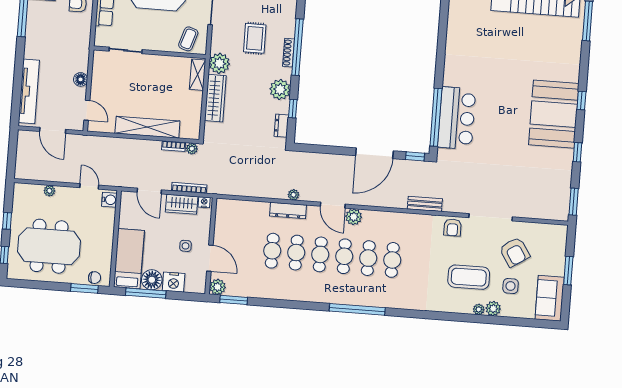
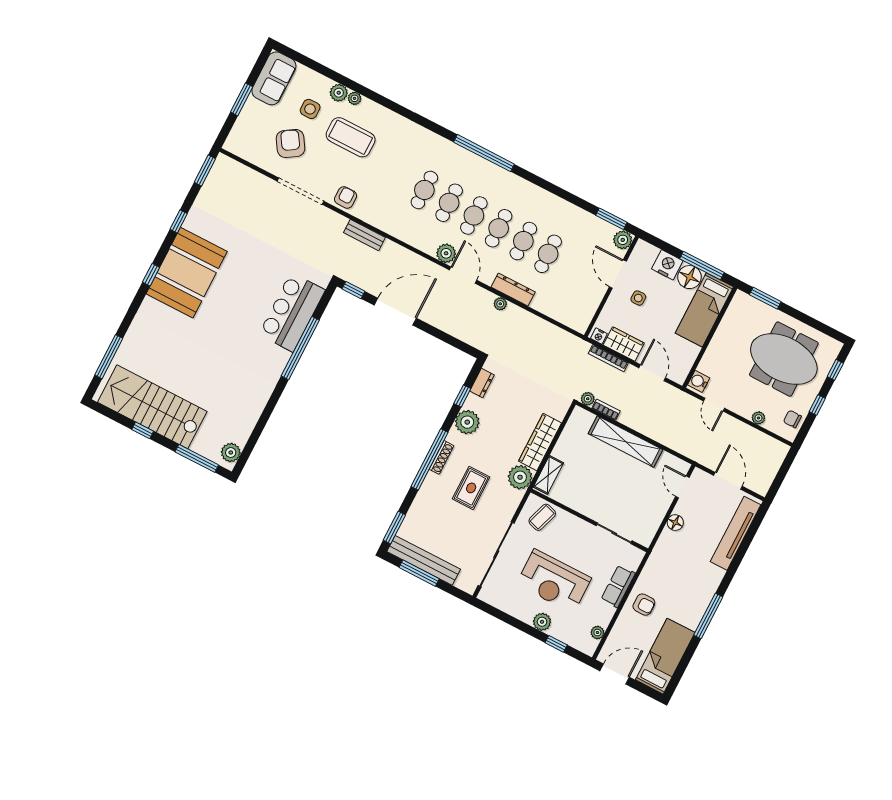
window: (436, 117) -> (300, 348), moved
chair: (94, 278) -> (792, 419), moved

